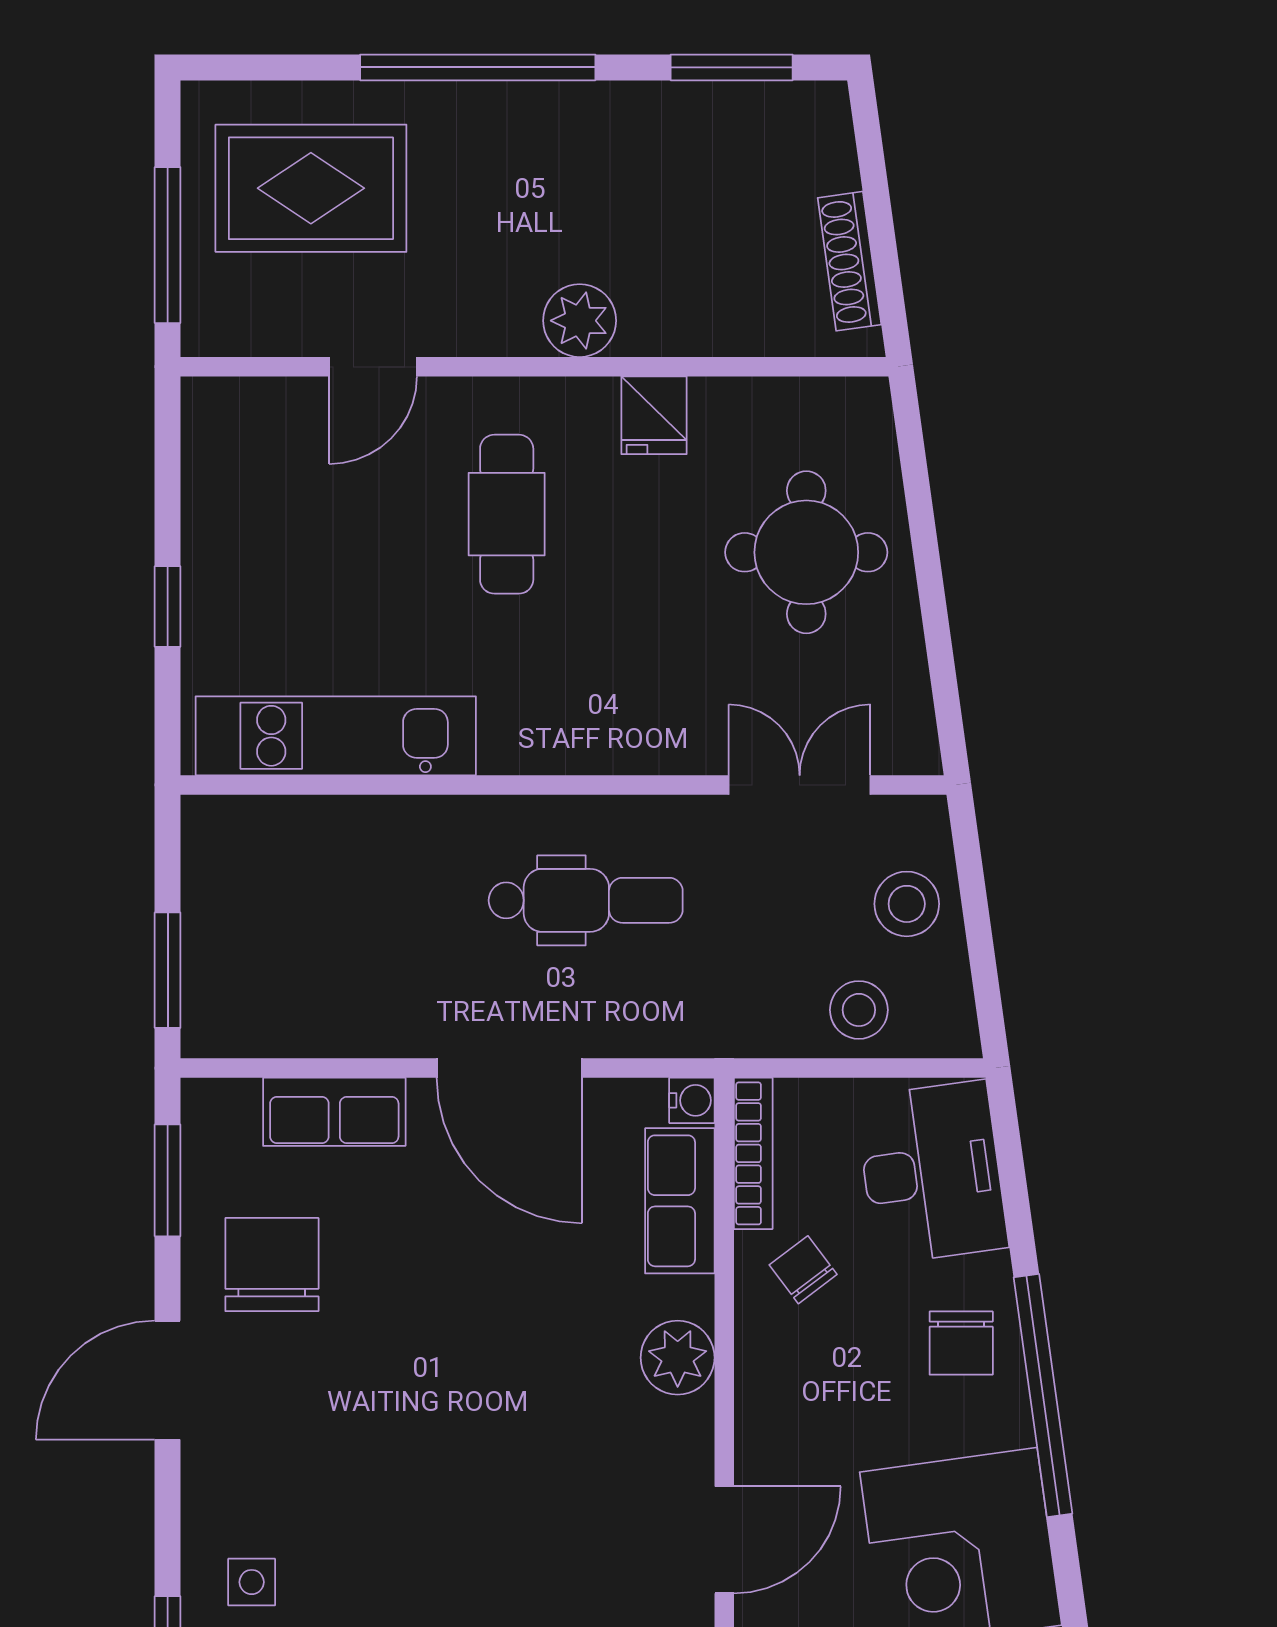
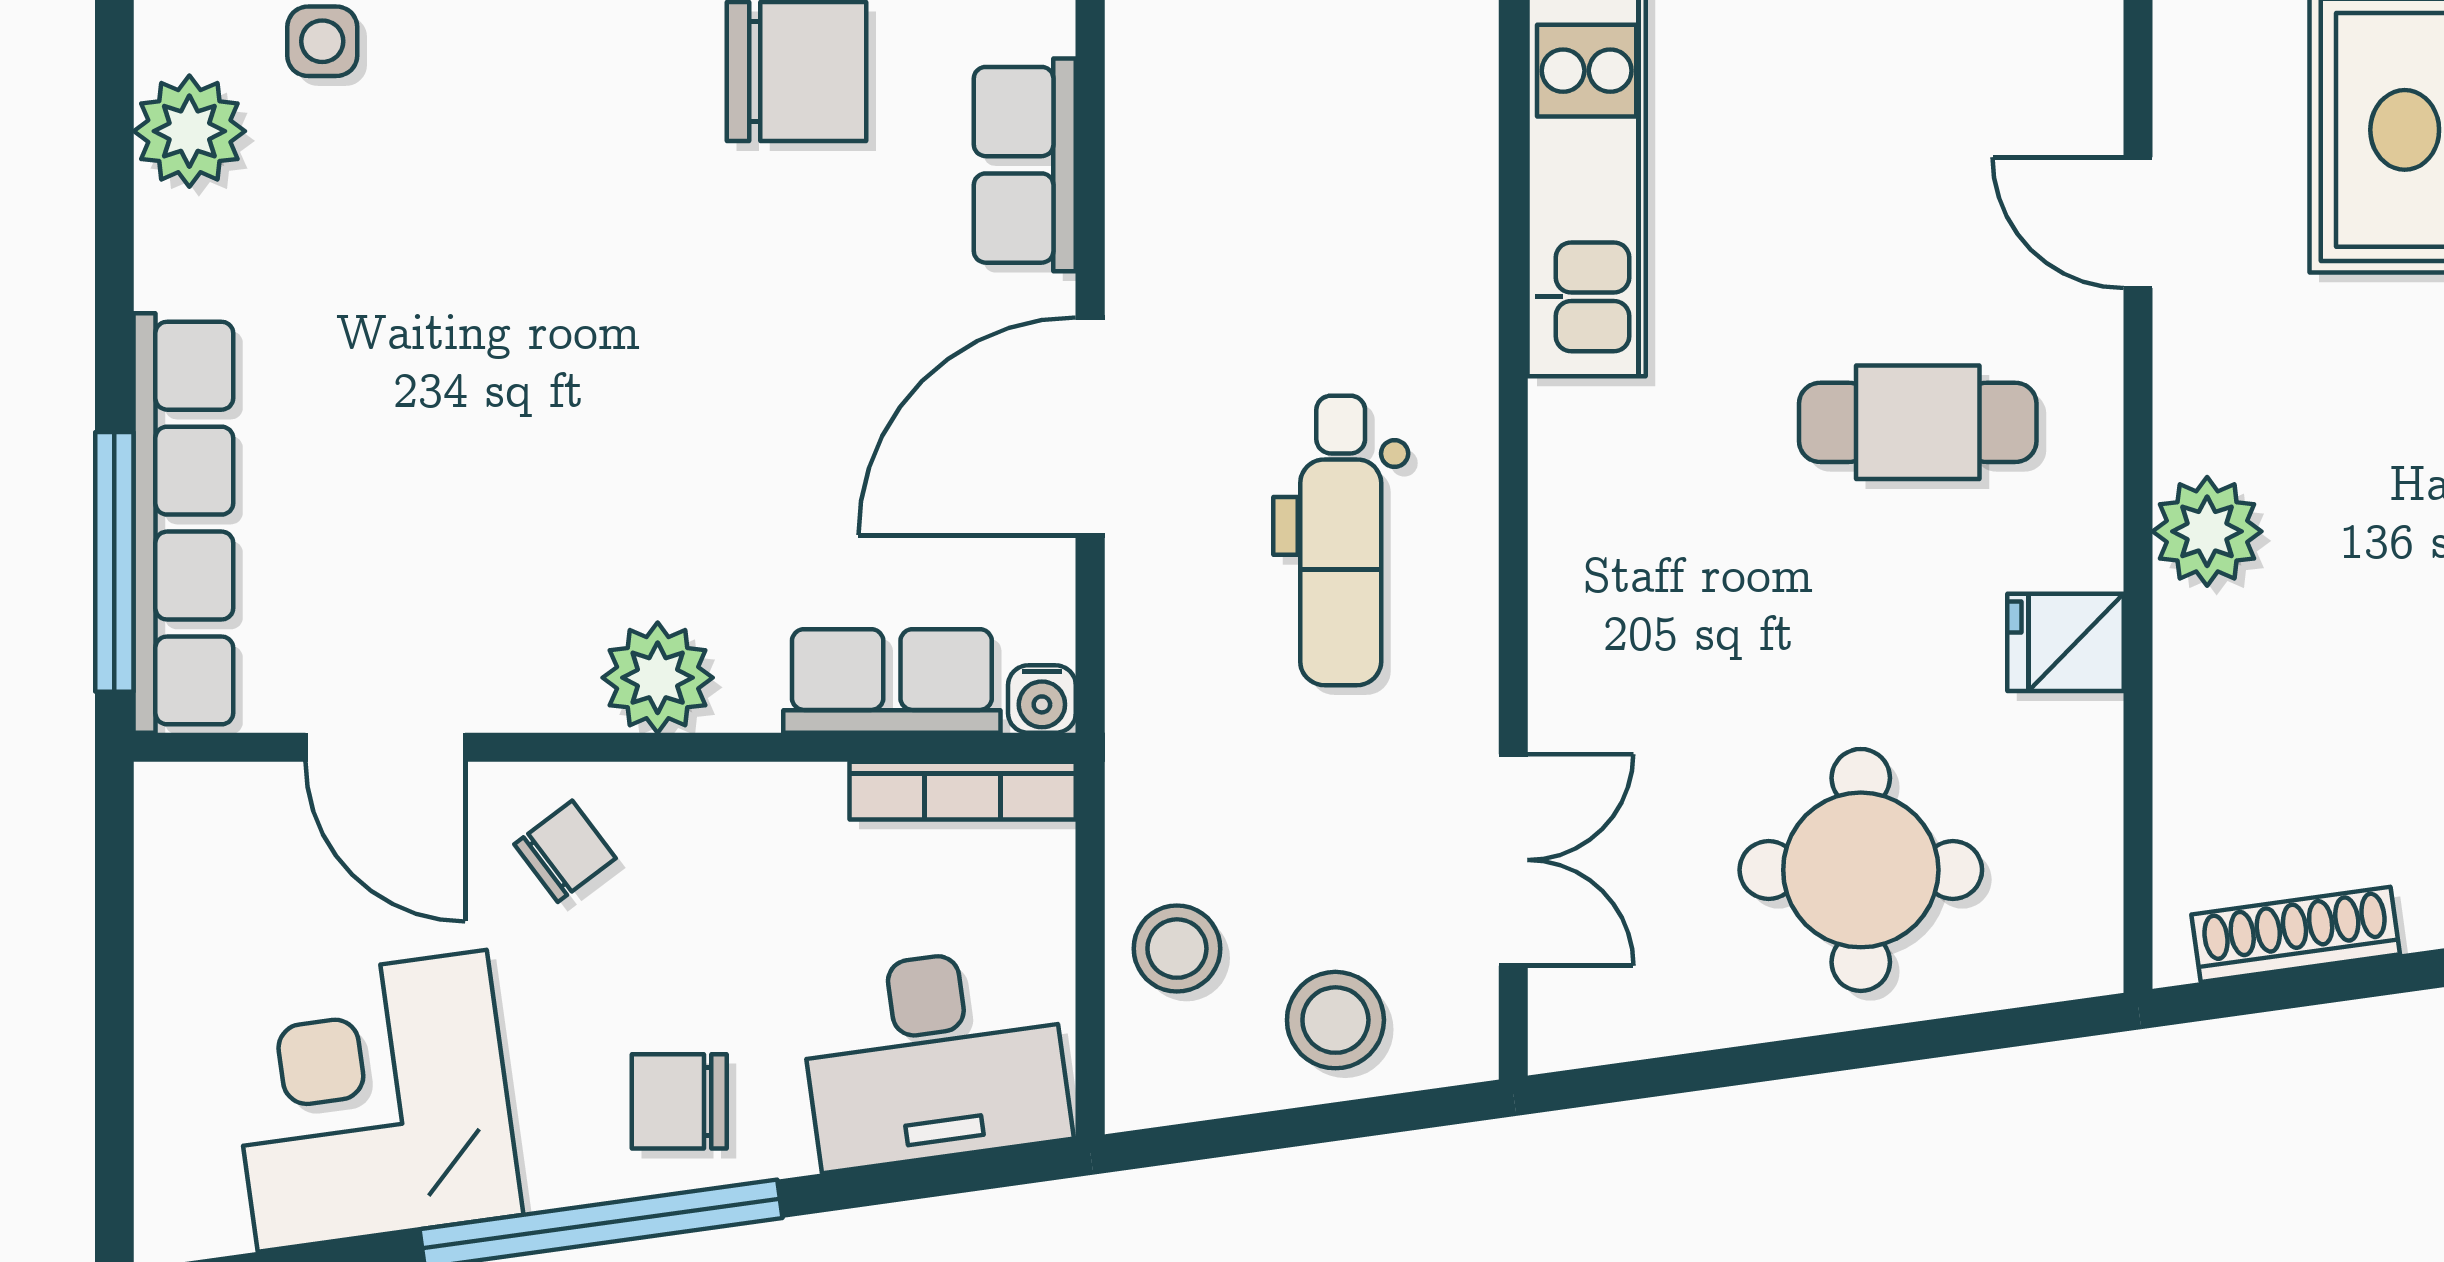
chair: (803, 1270) -> (565, 851), moved

